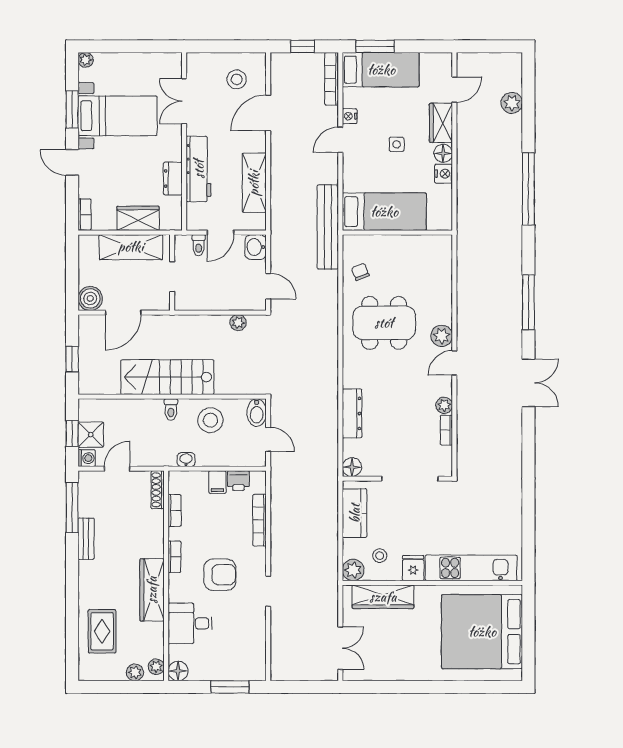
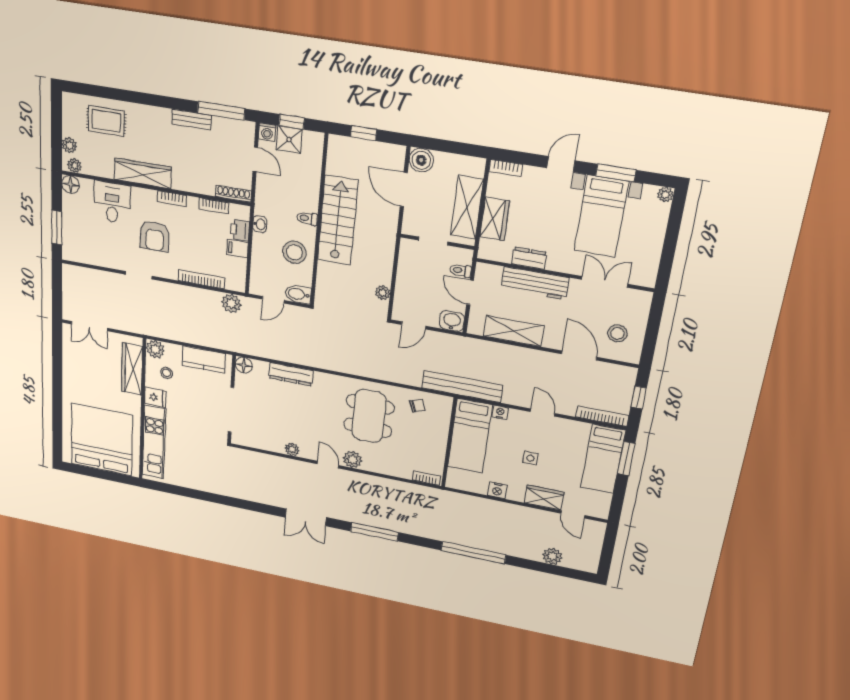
nightstand: (350, 116) -> (500, 412), moved
floor lamp: (443, 153) -> (516, 494), removed
bookcase: (446, 430) -> (426, 478), moved
printer: (238, 481) -> (240, 230), moved
plant: (281, 485) -> (231, 303), added

